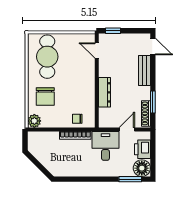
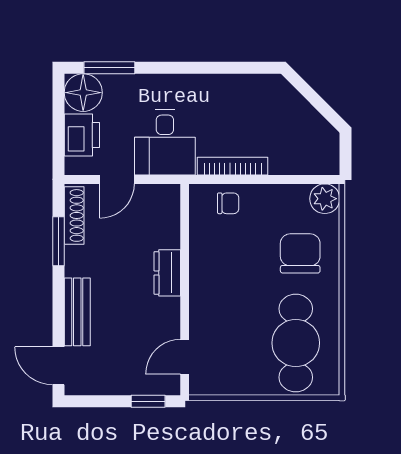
door: (97, 51) -> (185, 357), swing flipped
dresser: (104, 92) -> (167, 273), width x0.70

